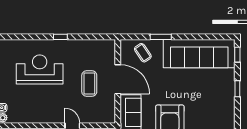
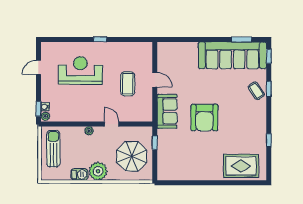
window: (161, 37) -> (242, 39), moved
coffee table: (143, 53) -> (256, 91), moved
door: (118, 79) -> (155, 80), width x0.53

